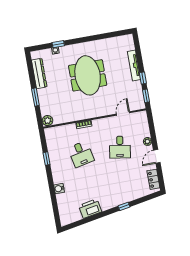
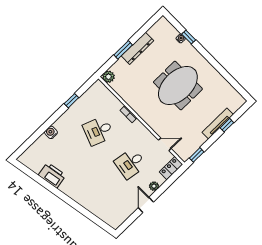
dresser: (39, 74) -> (137, 48), moved
window: (143, 78) -> (227, 125), moved
desk: (81, 154) -> (98, 131), turned 33
door: (157, 156) -> (146, 205), hinge flipped
locker: (153, 179) -> (171, 168), moved
window: (124, 206) -> (76, 206), removed

